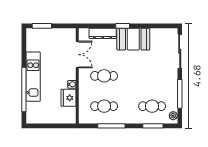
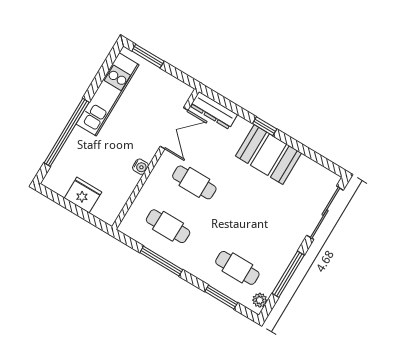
dresser: (103, 33) -> (214, 110), moved
kitchen unit: (33, 77) -> (108, 94), moved
fridge: (69, 98) -> (83, 195), moved, turned 90

